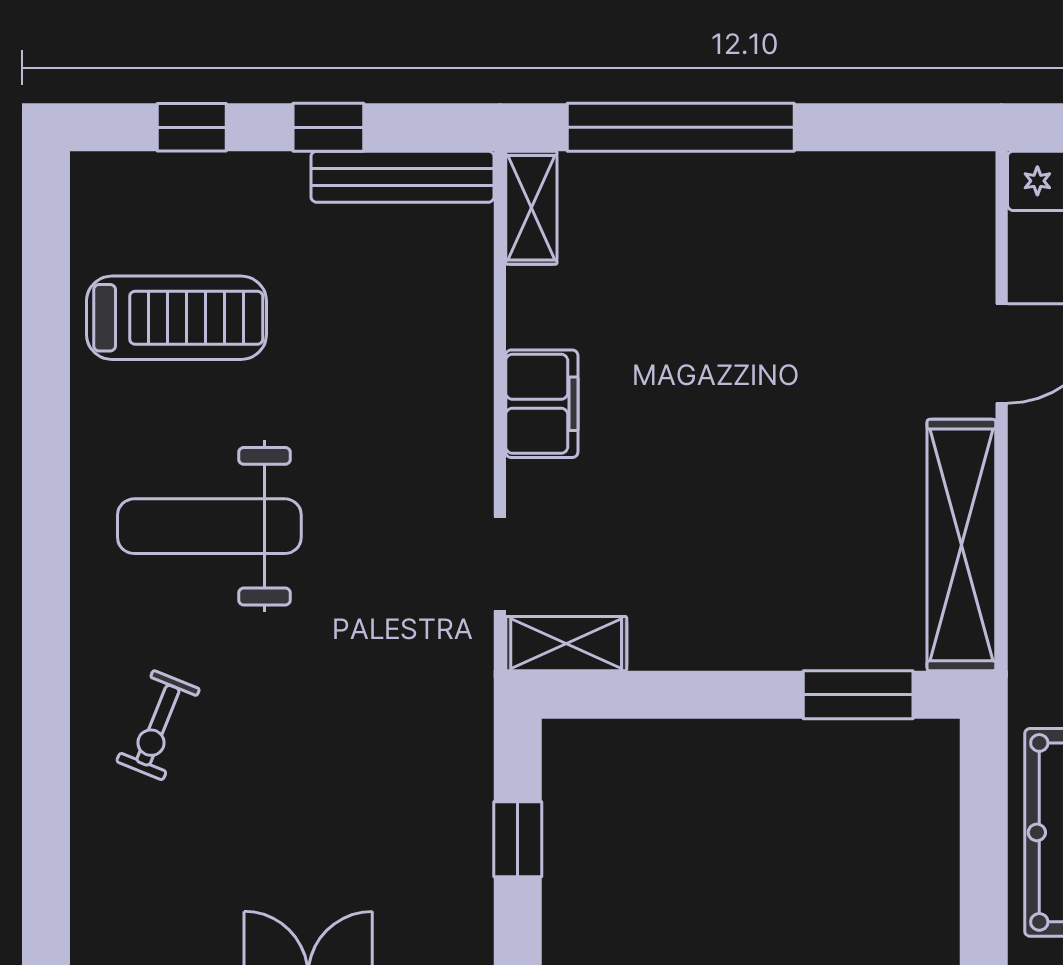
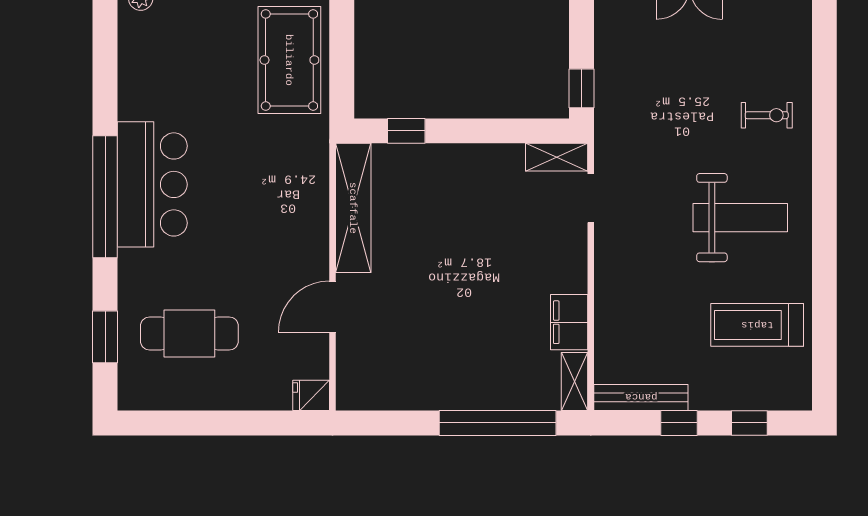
filing cabinet: (542, 404) -> (569, 322), moved
window: (858, 695) -> (406, 131), width x0.67
exercise bike: (158, 725) -> (767, 115), turned 68
window: (518, 839) -> (582, 88), moved

